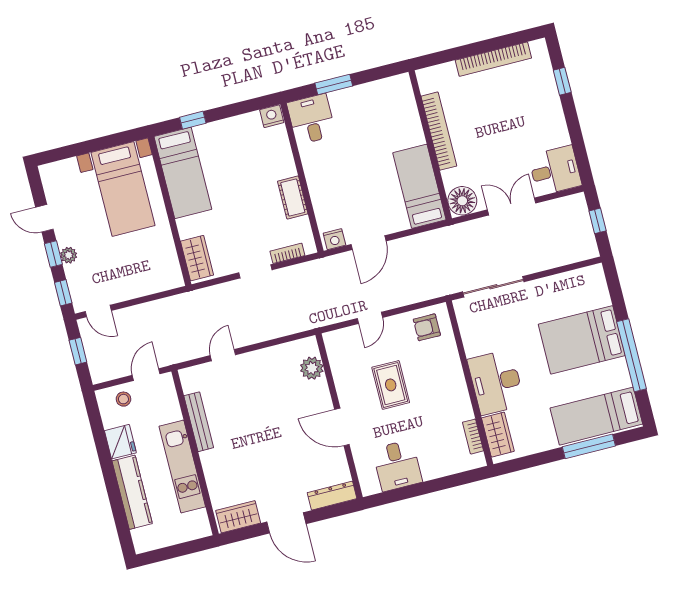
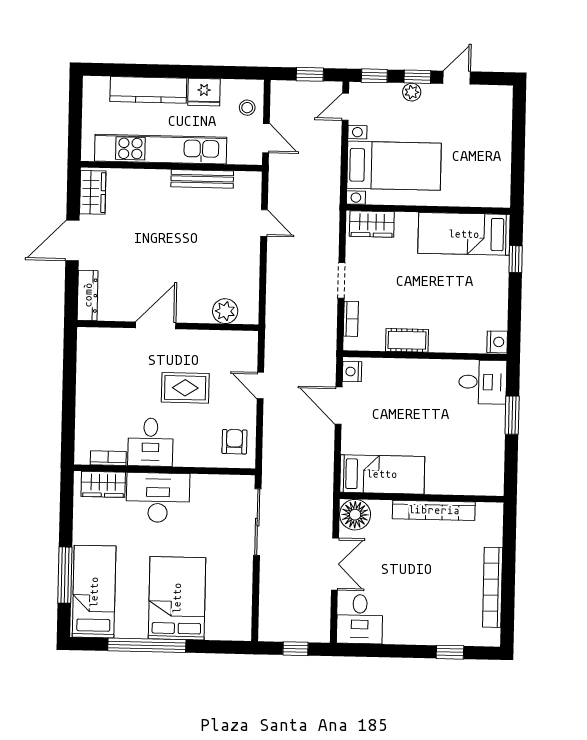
bed with nightstands: (123, 189) -> (394, 166), moved, turned 180
desk: (397, 465) -> (151, 442), moved, turned -90
kitchen unit: (182, 467) -> (161, 149), width x1.36

